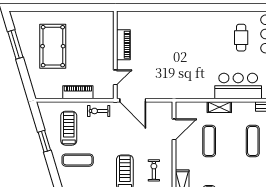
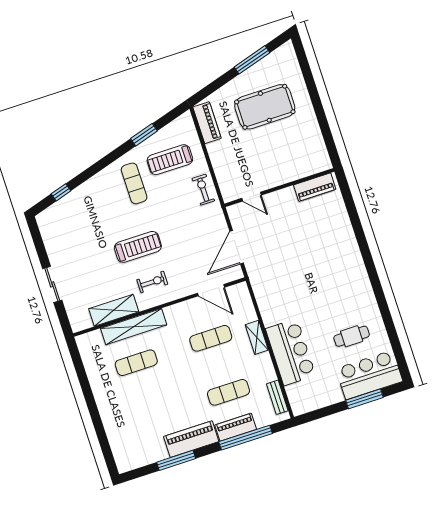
piano: (123, 45) -> (315, 187), moved
piano: (78, 92) -> (207, 123), moved
door: (133, 100) -> (237, 247), moved
treadmill: (69, 128) -> (170, 160), turned 180

